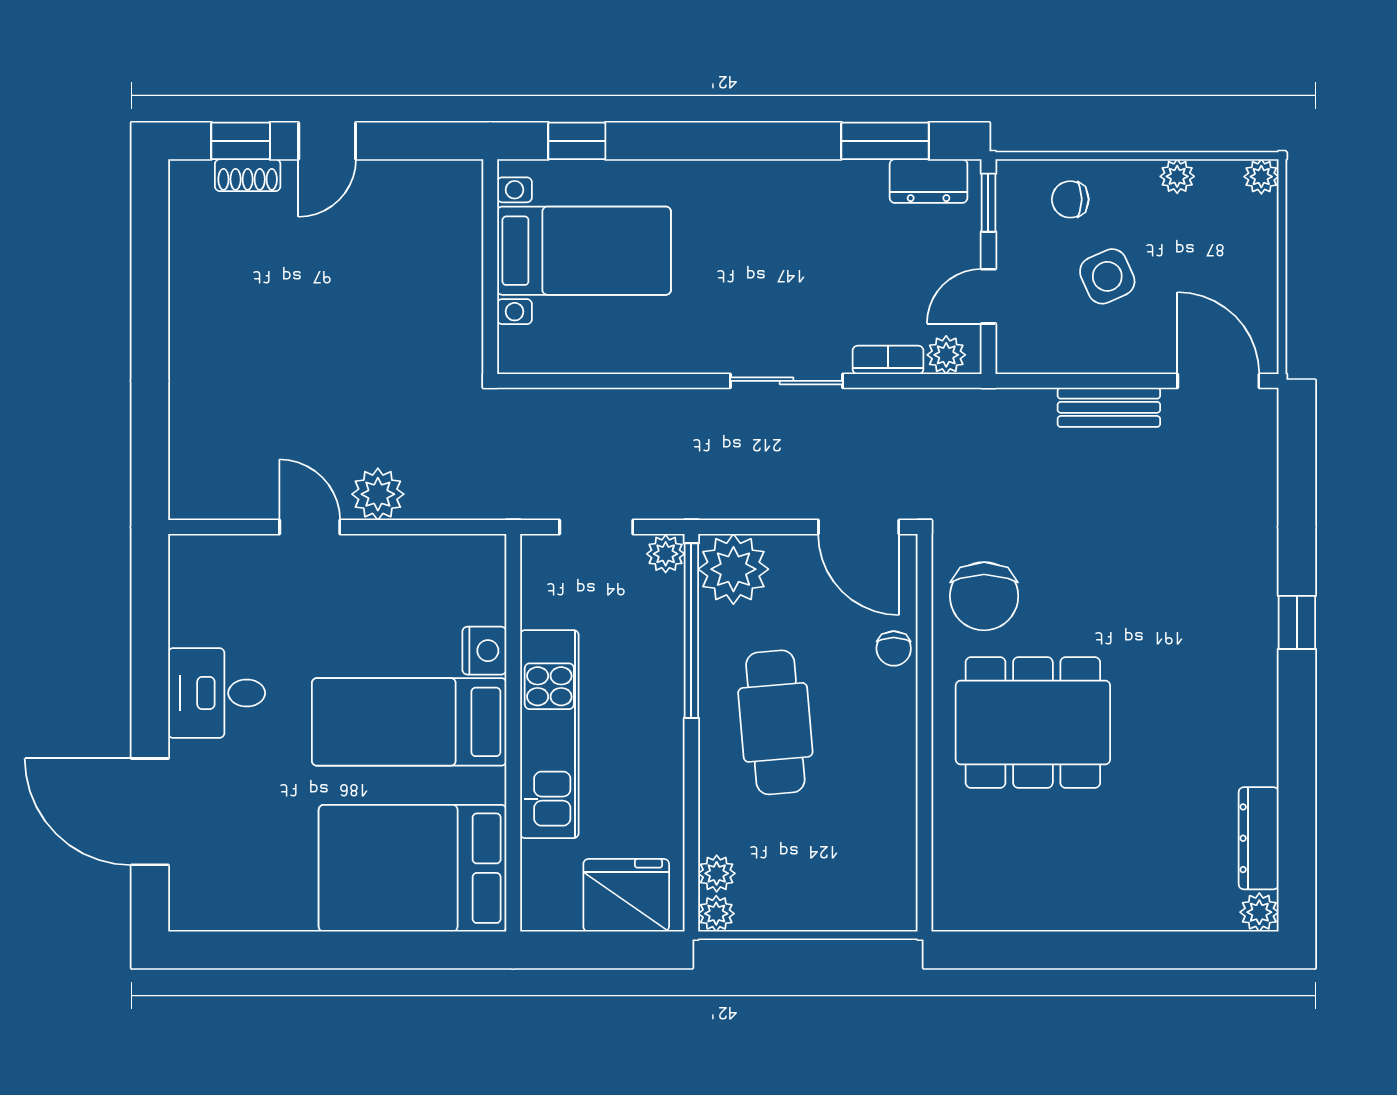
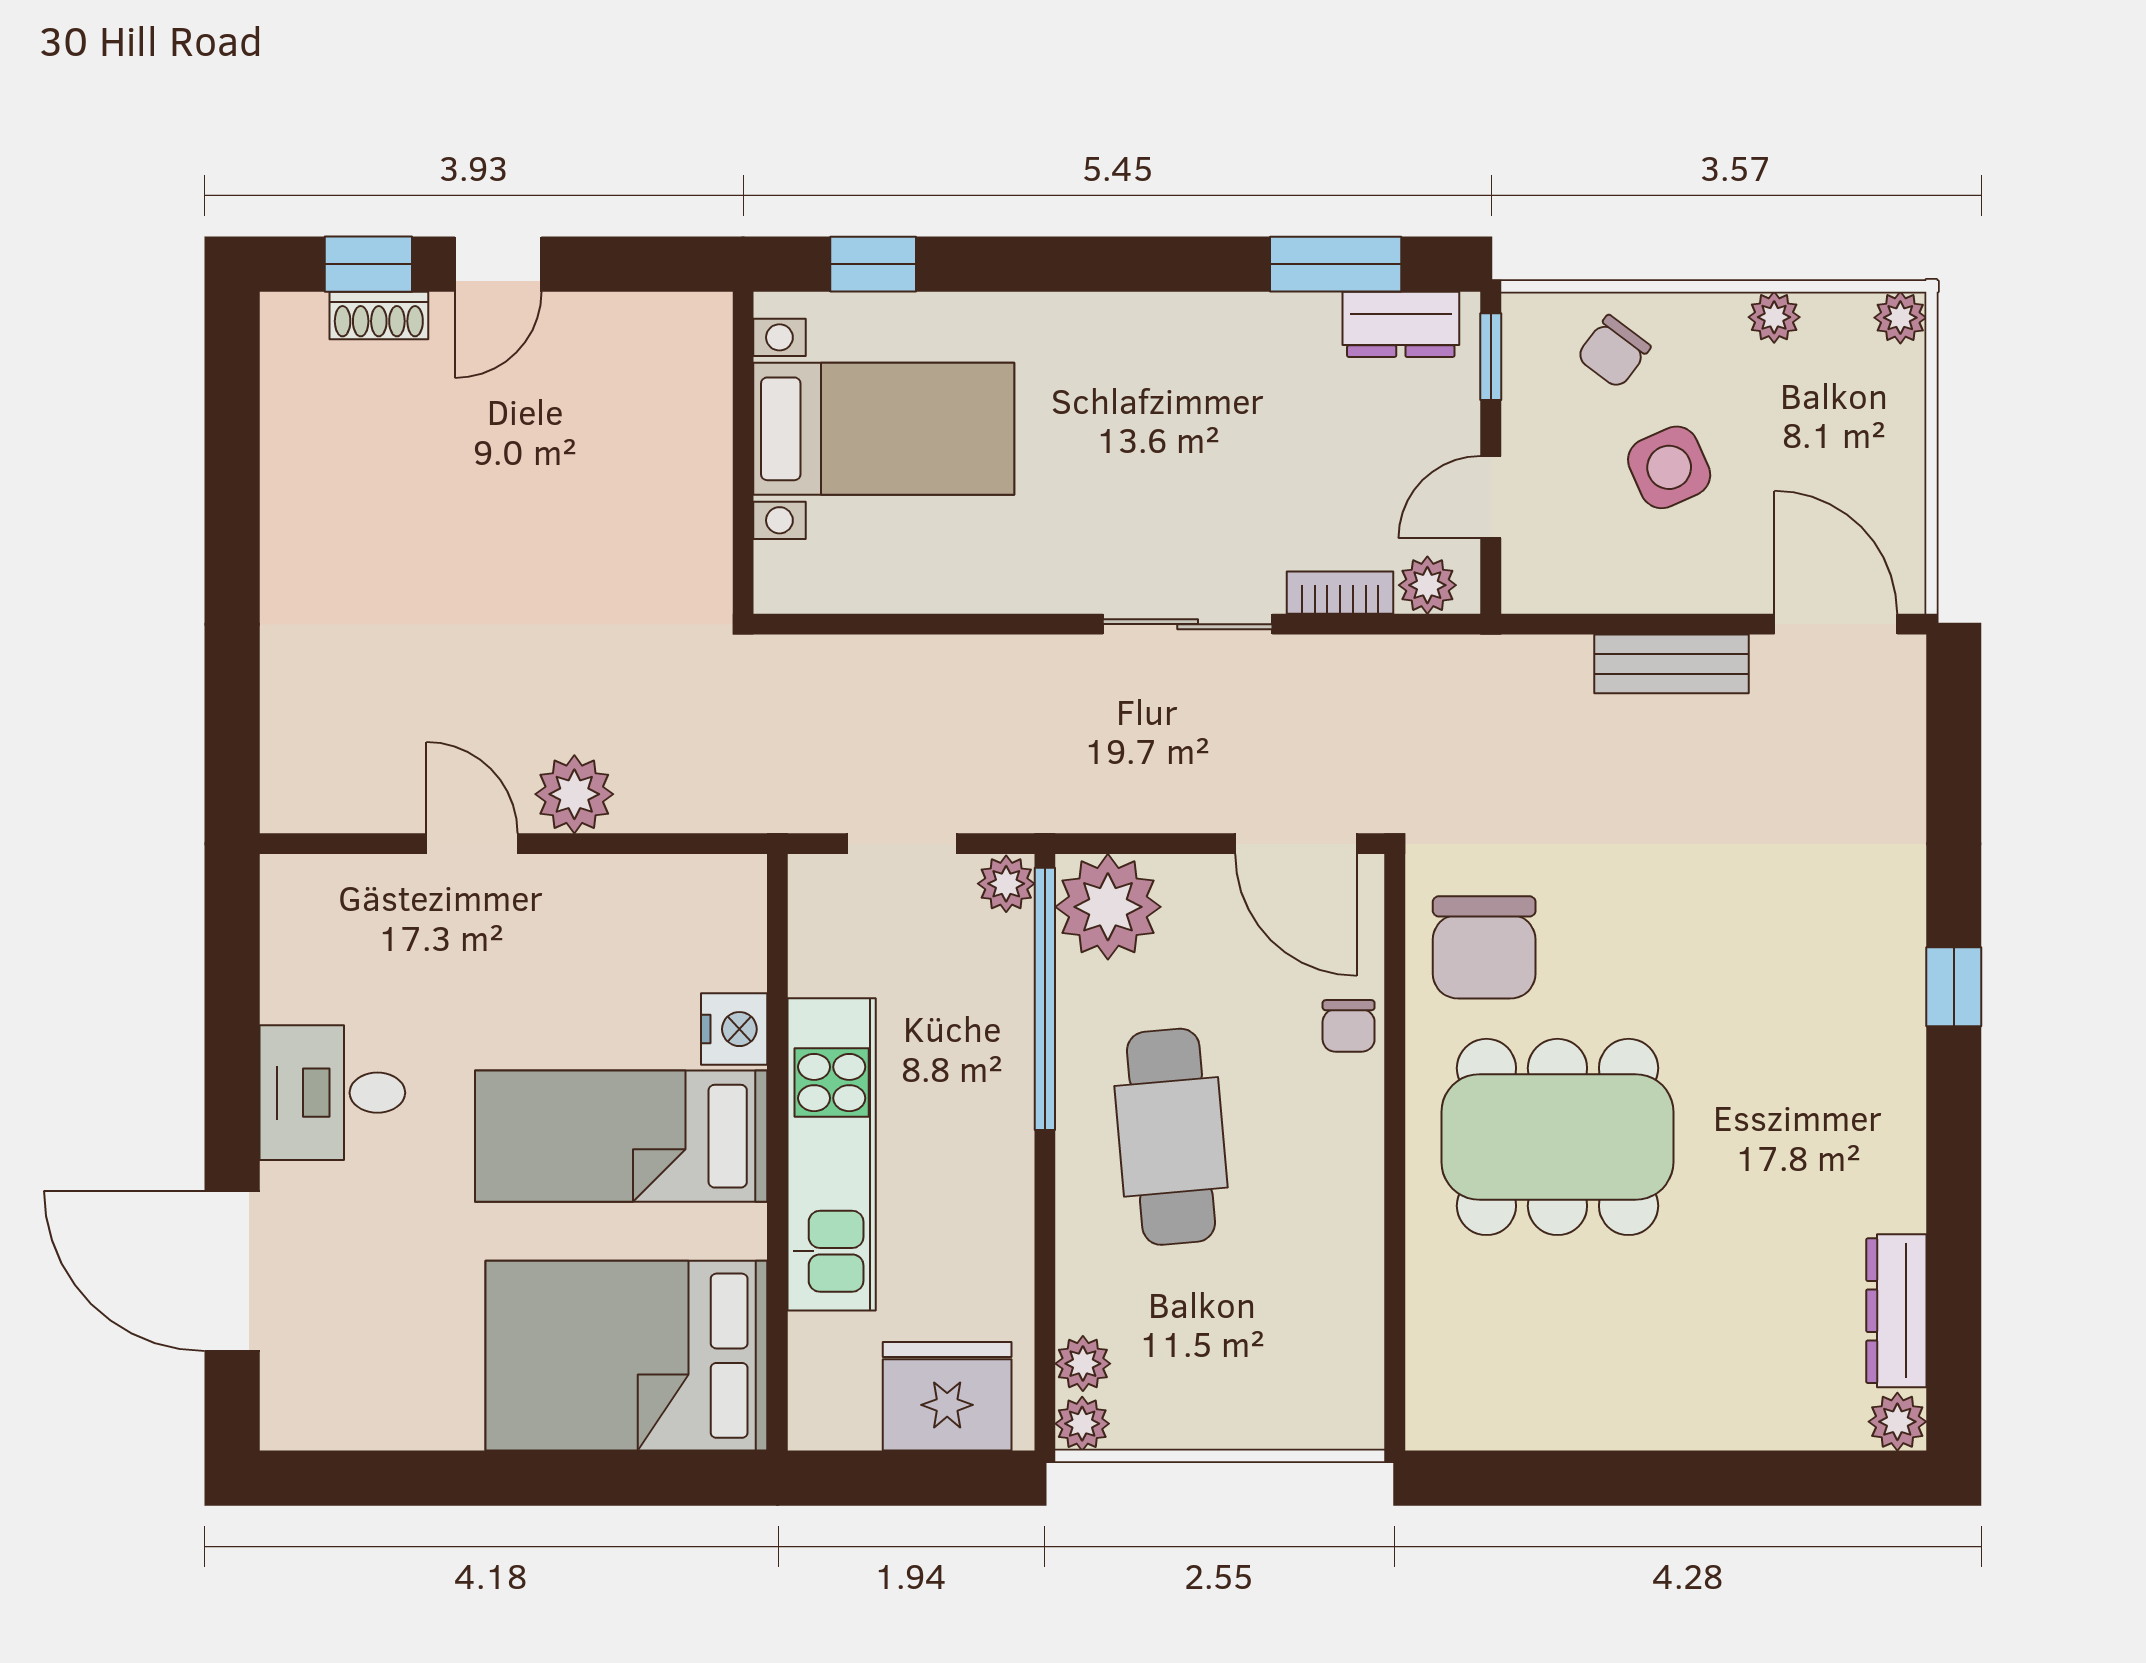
chair: (1070, 199) -> (1614, 352), turned -53

